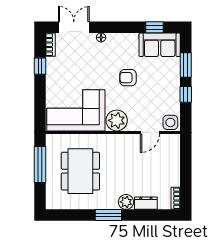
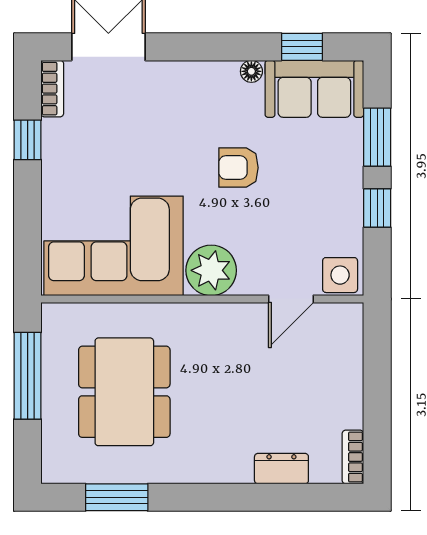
floor lamp: (101, 37) -> (251, 71), moved
plant: (126, 202) -> (234, 466), removed
window: (108, 215) -> (117, 497), moved

